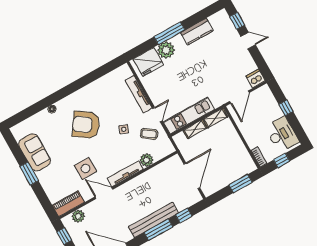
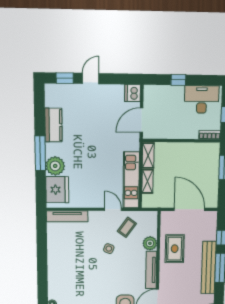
tv unit: (139, 94) -> (67, 216), moved
door: (239, 97) -> (141, 120), swing flipped
armchair: (86, 125) -> (85, 281), removed
rug: (153, 183) -> (175, 249), added

